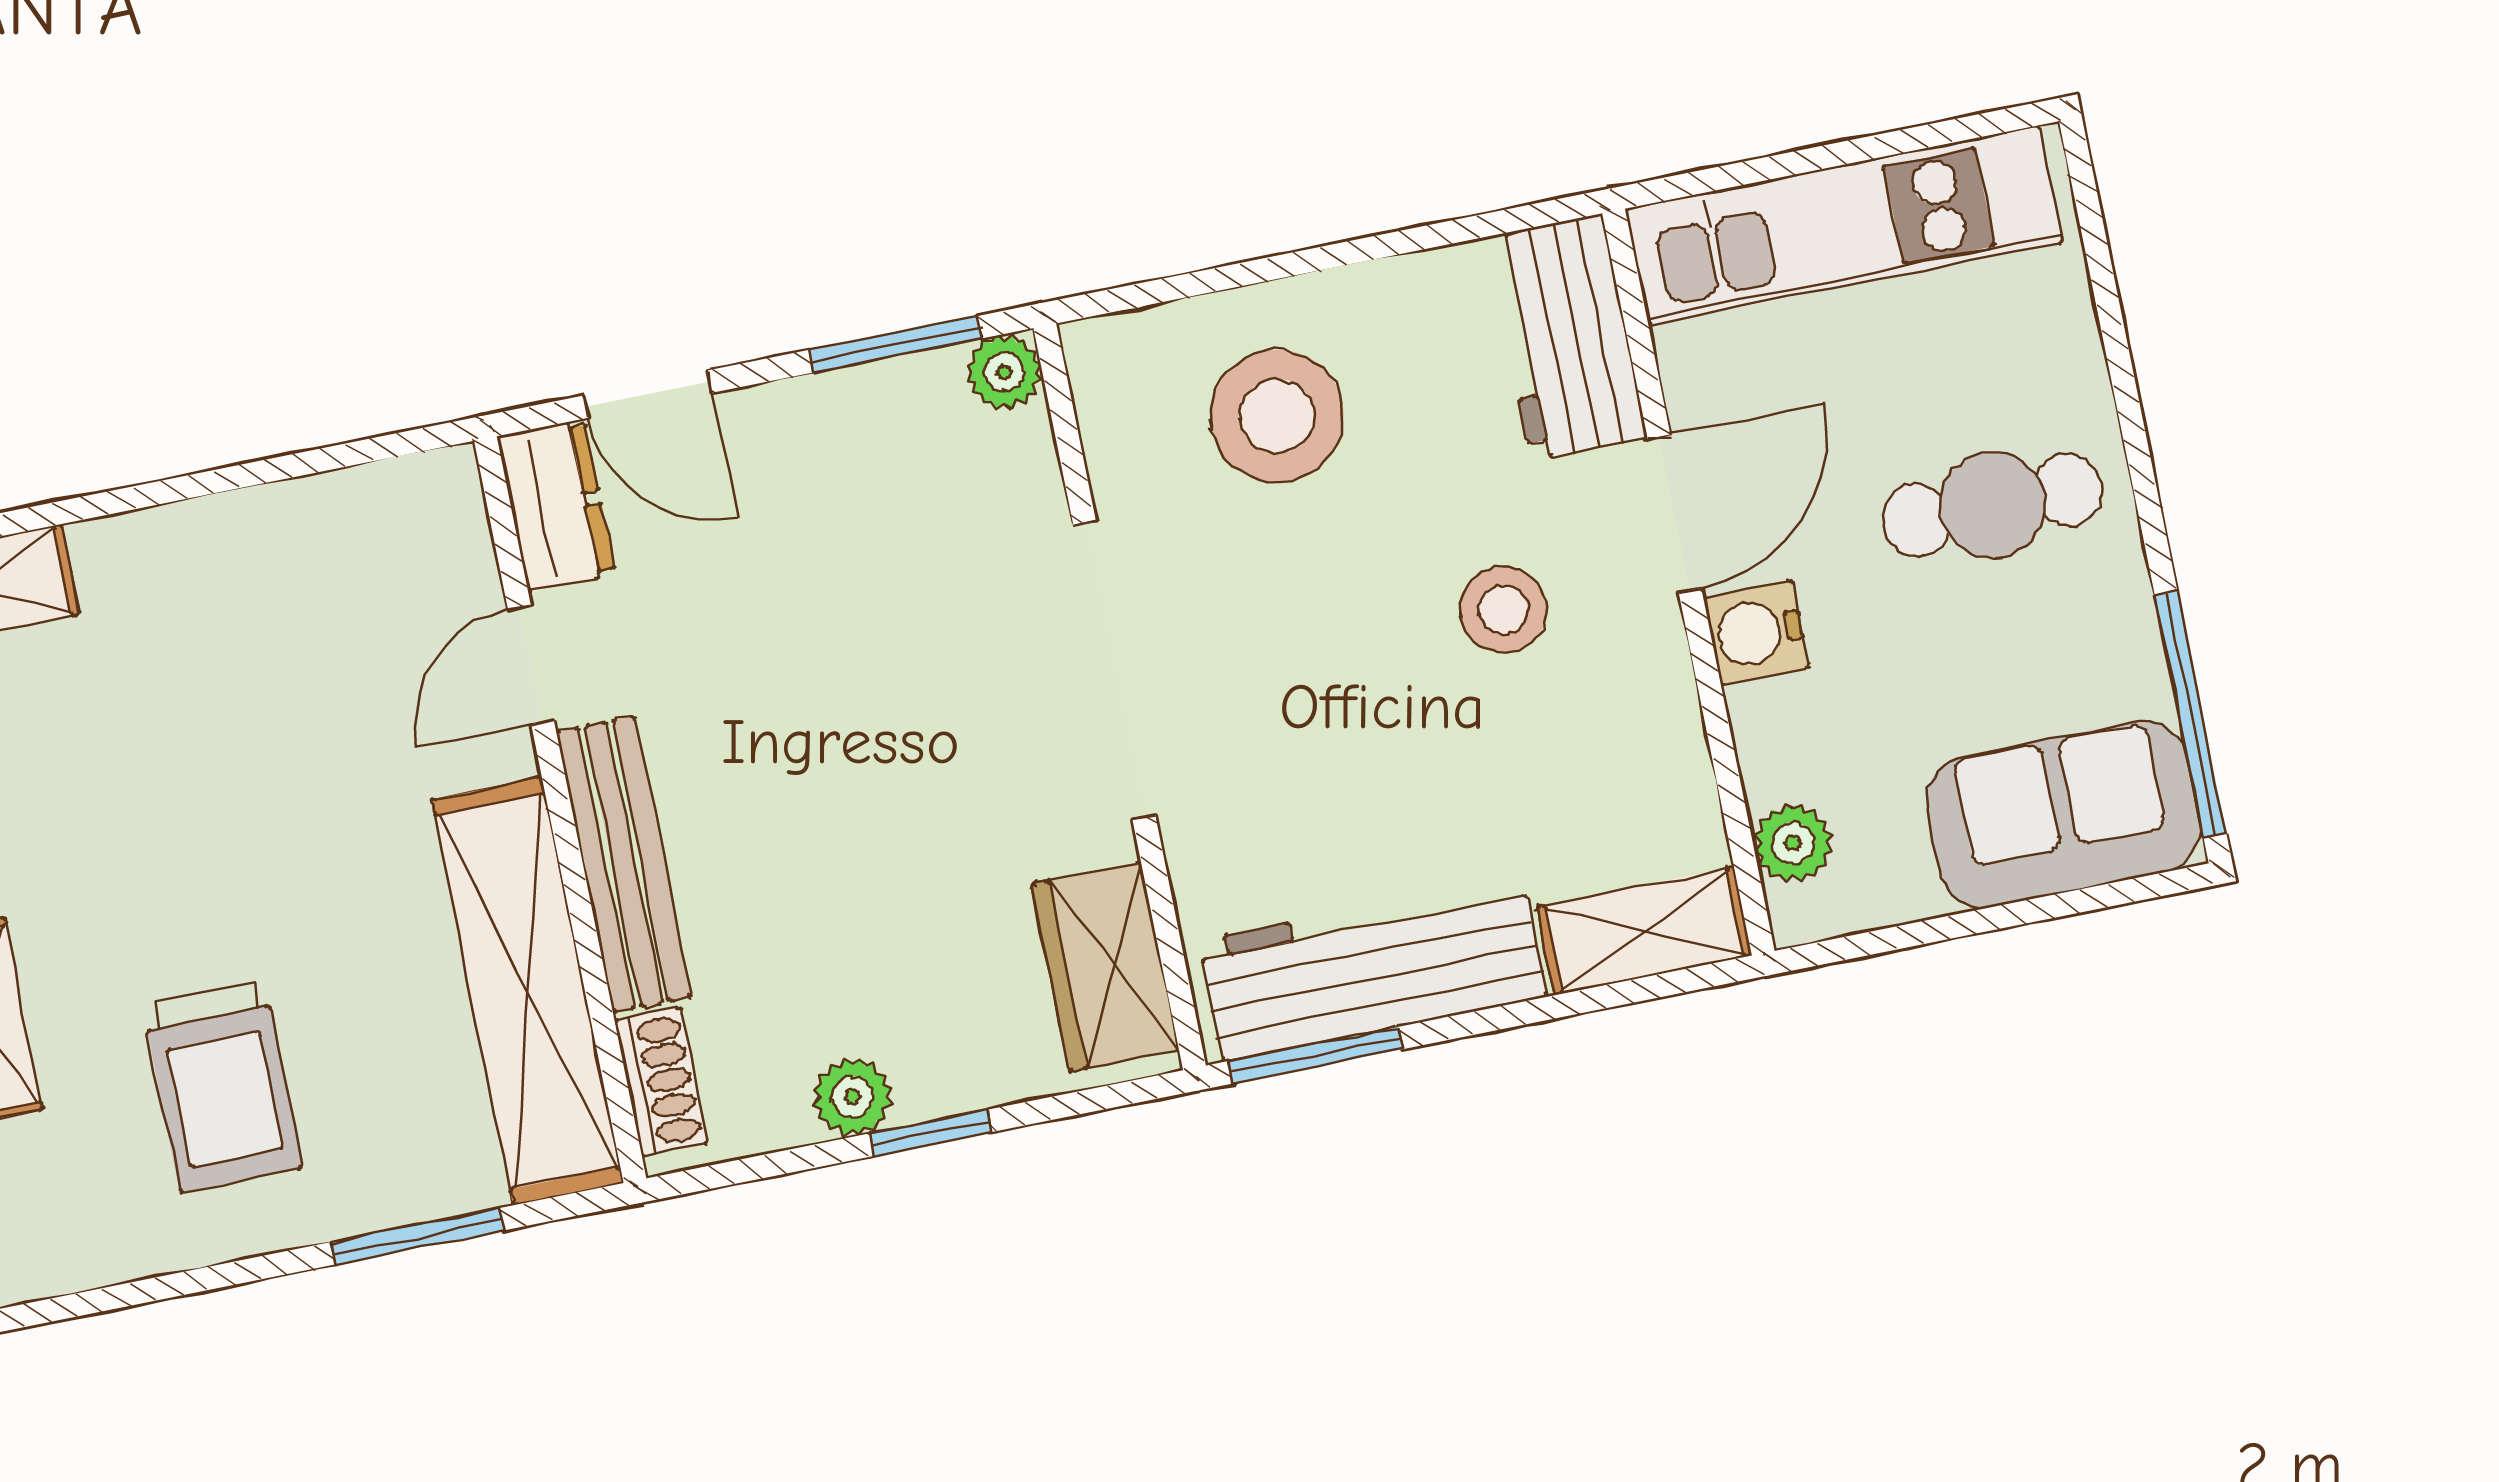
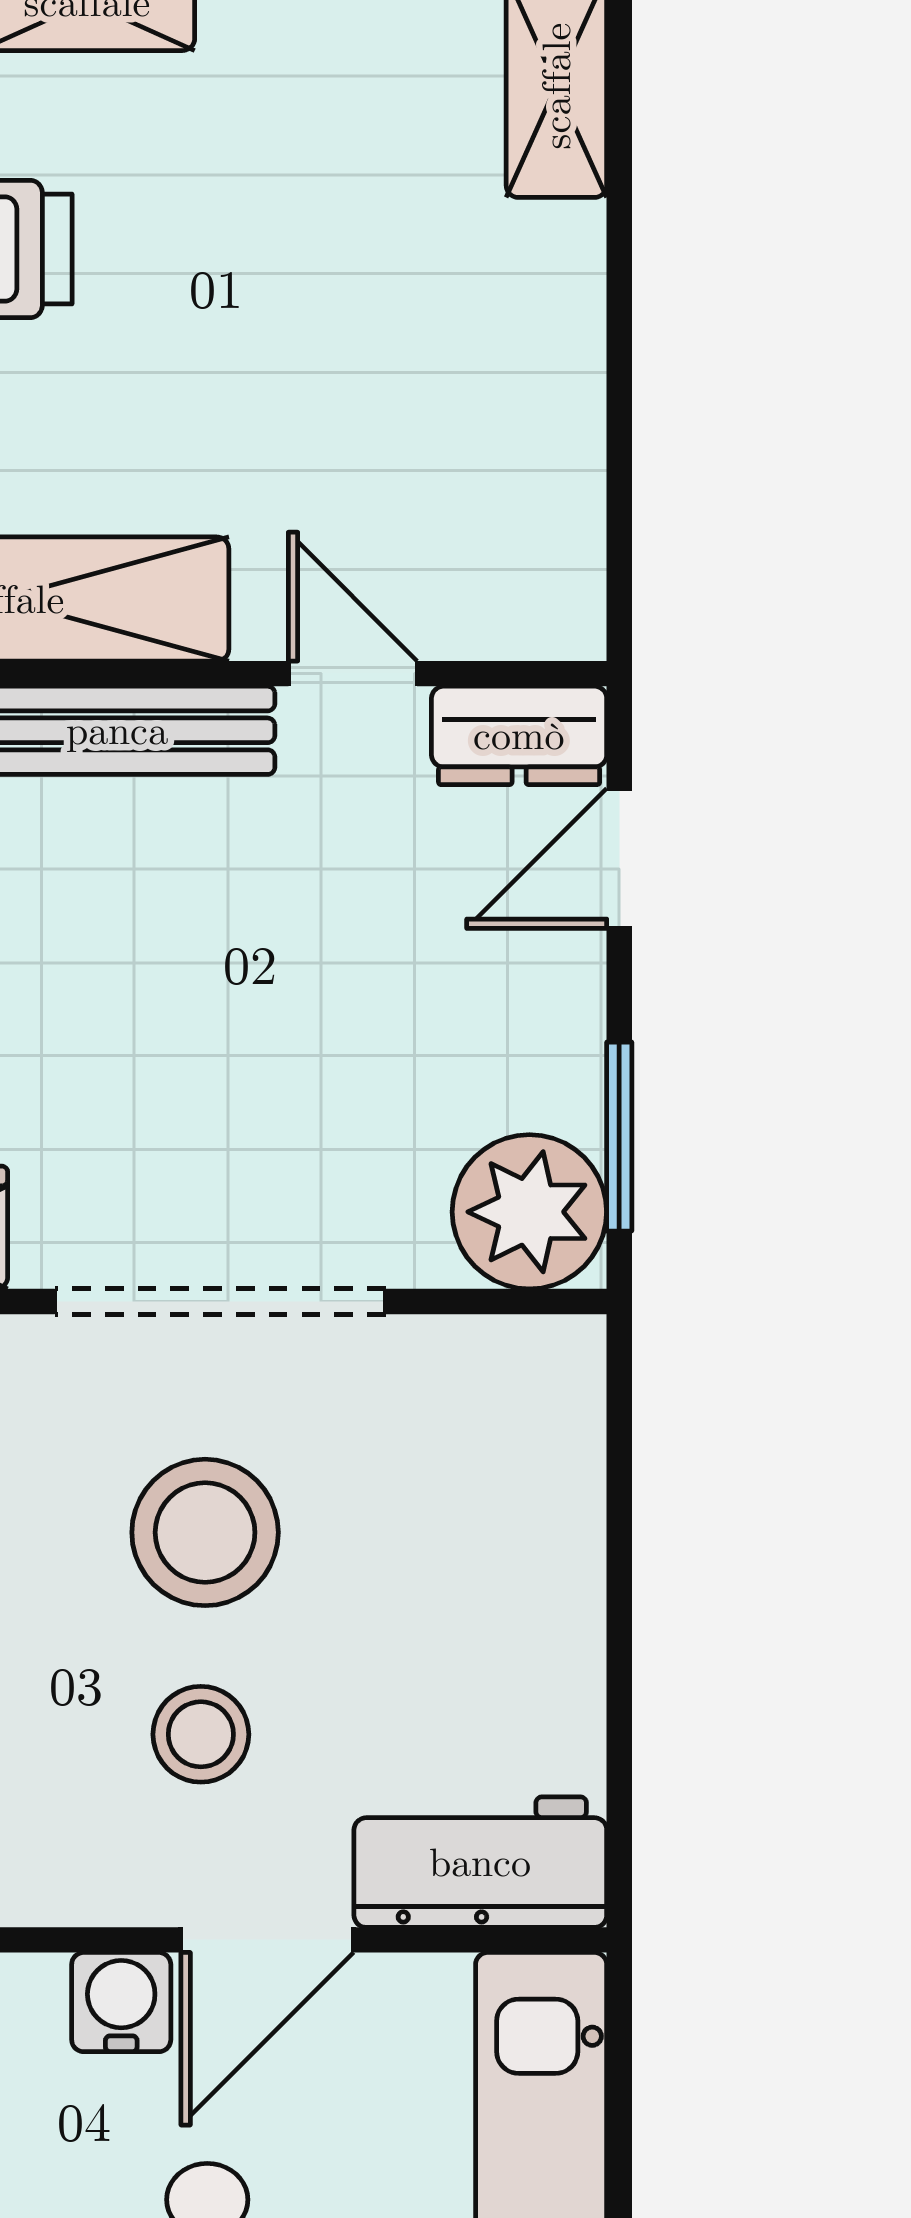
plant: (1004, 372) -> (529, 1212), width x1.87, depth x1.87
stool: (1277, 416) -> (205, 1532), moved
door: (1675, 513) -> (267, 1940), hinge flipped

